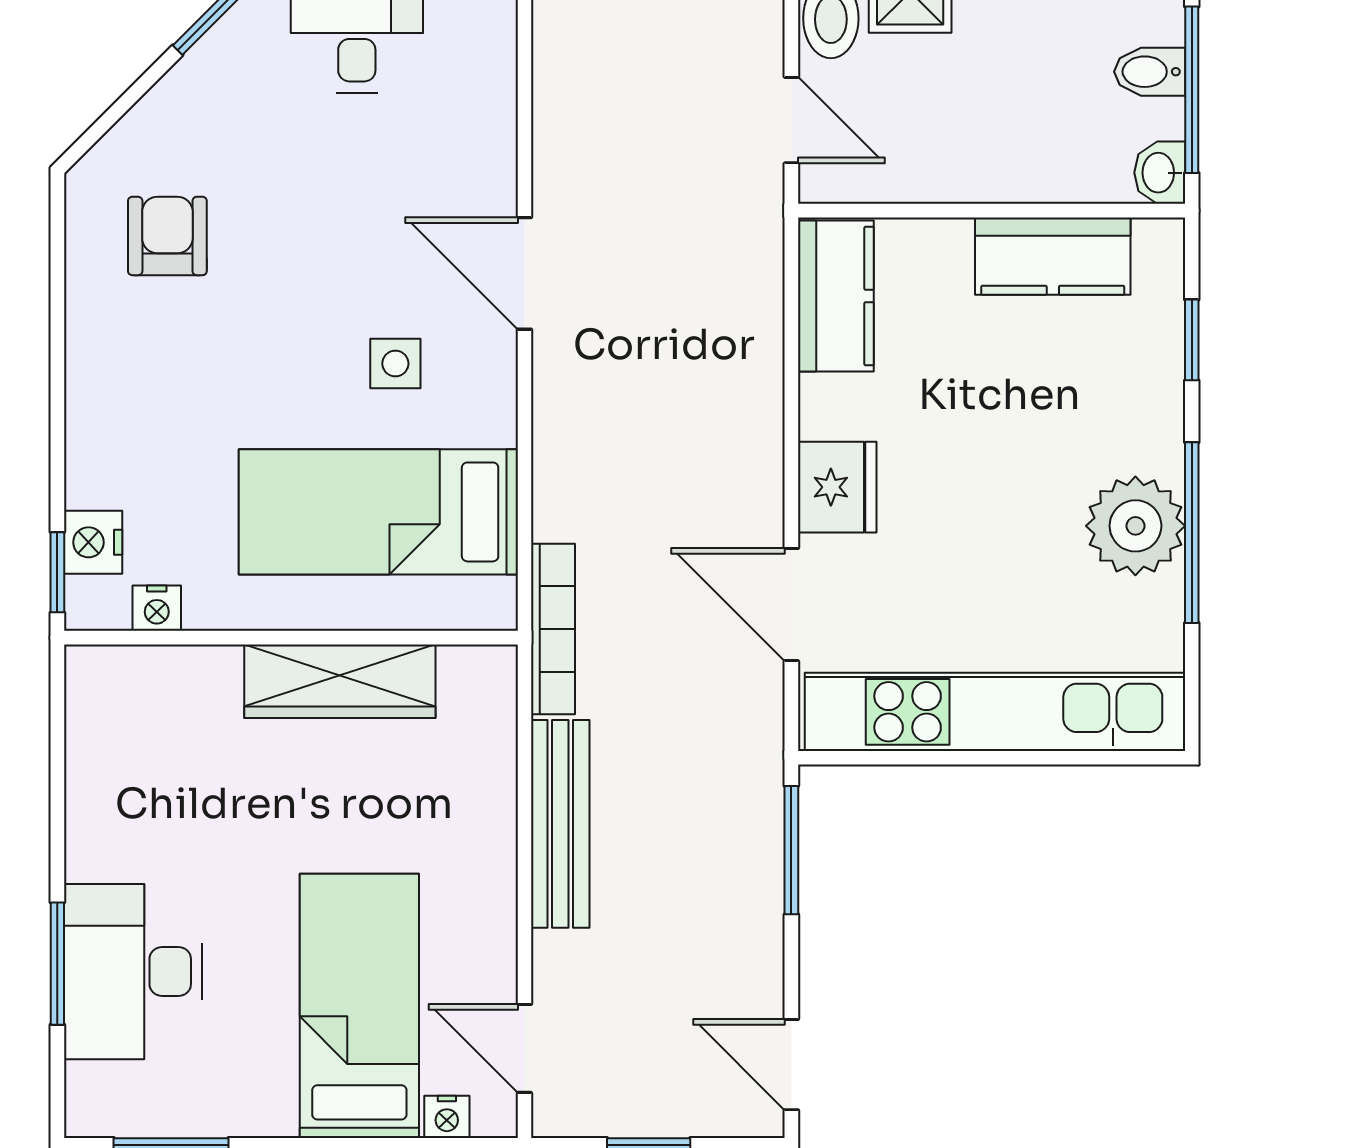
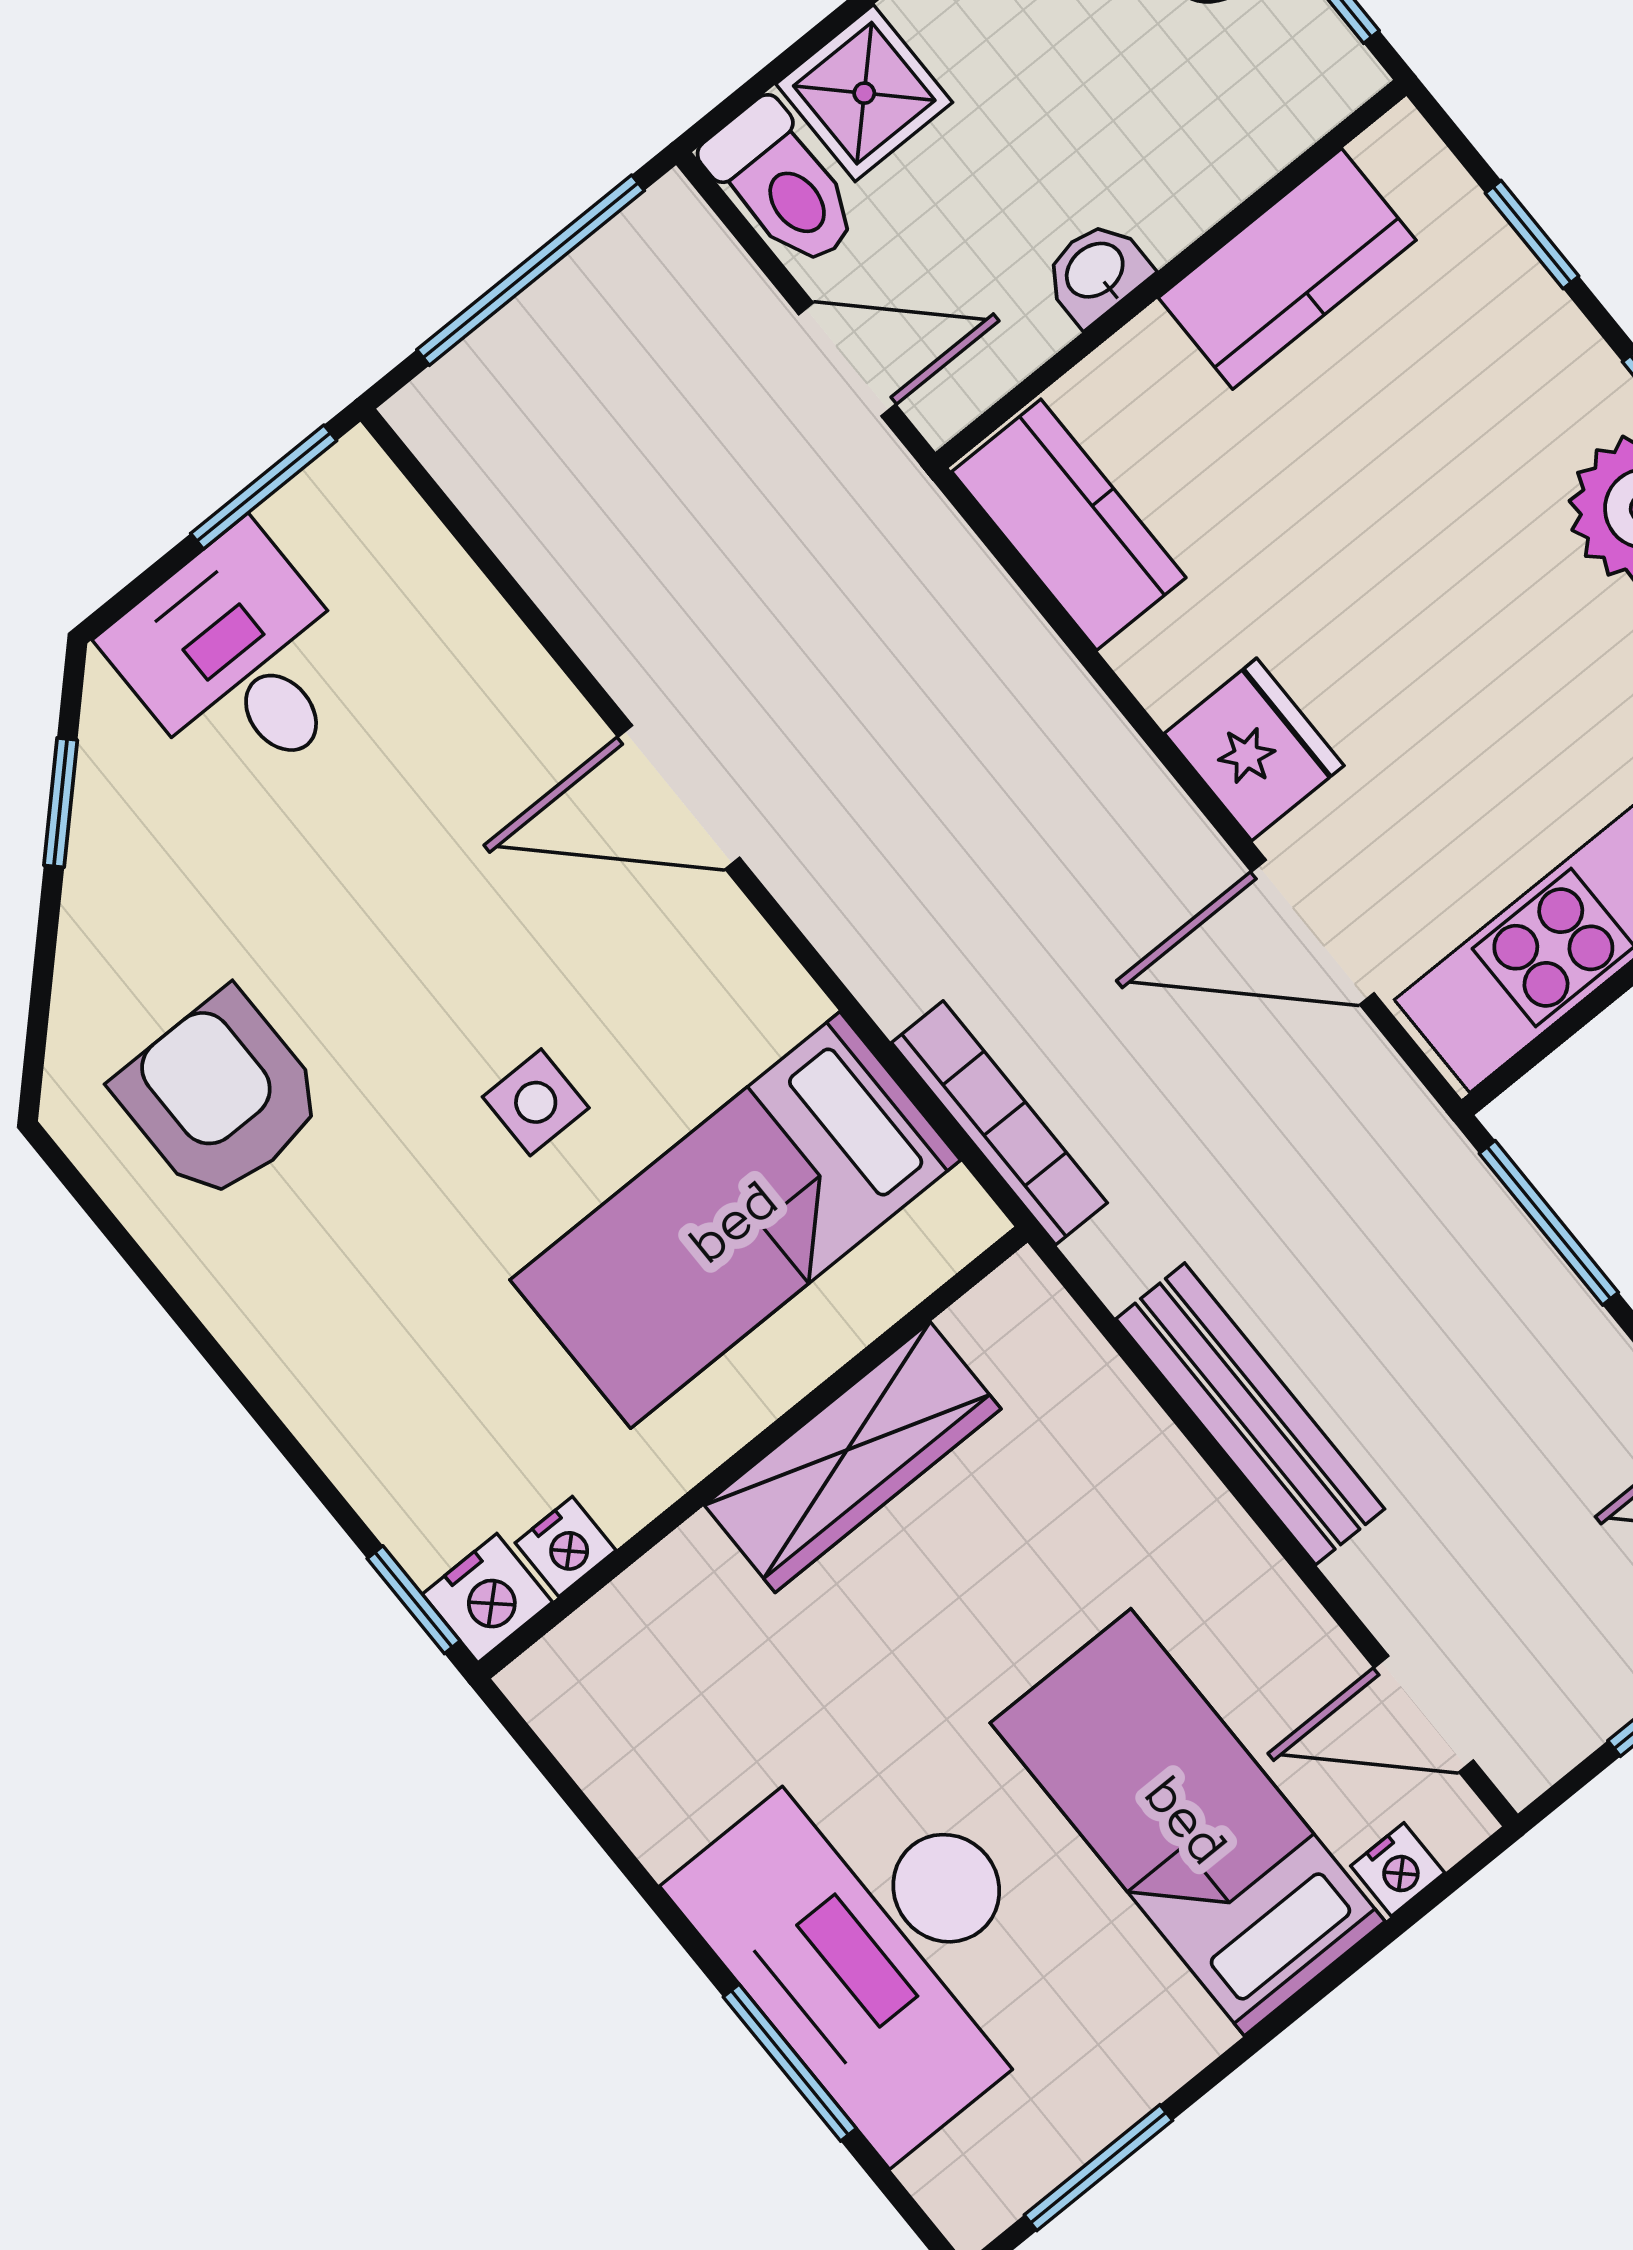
washbasin: (1160, 173) -> (1096, 272), moved, turned 90
armchair: (167, 236) -> (220, 1096), width x1.38, depth x1.38
side table: (395, 364) -> (536, 1102), moved
nightstand: (93, 542) -> (487, 1598), moved, turned -90
bookcase: (553, 629) -> (999, 1123), moved
desk: (133, 972) -> (881, 1942), width x1.36, depth x1.30

